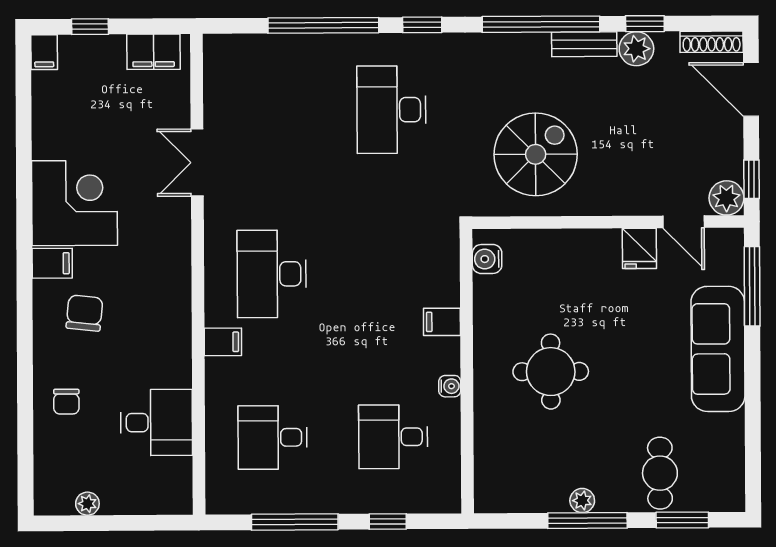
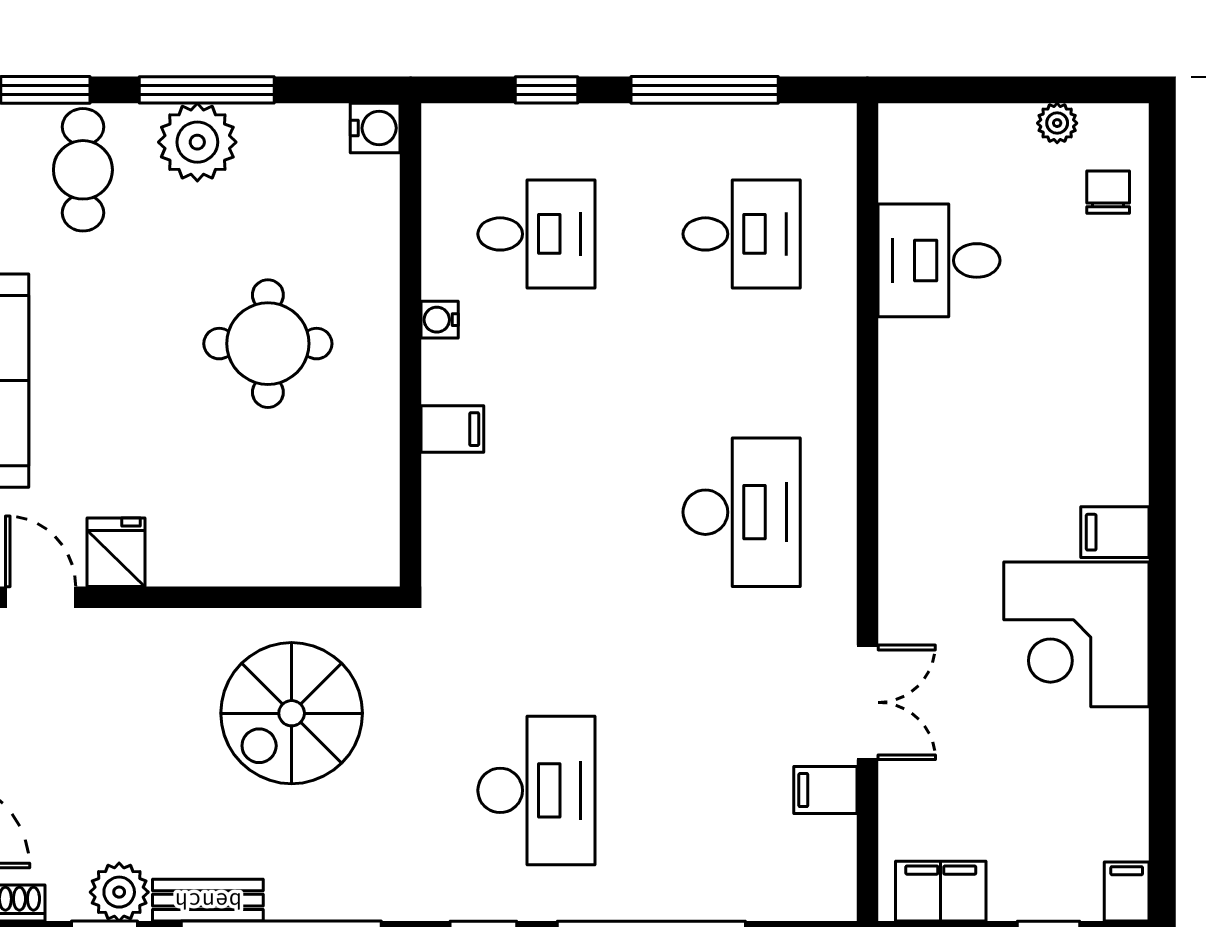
water cooler: (487, 259) -> (375, 128), moved
chair: (84, 313) -> (1060, 447), removed
filing cabinet: (223, 342) -> (825, 790), moved
chair: (66, 402) -> (1108, 192), moved
plant: (582, 501) -> (197, 142), width x1.88, depth x1.88

